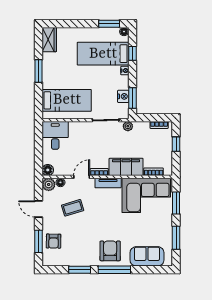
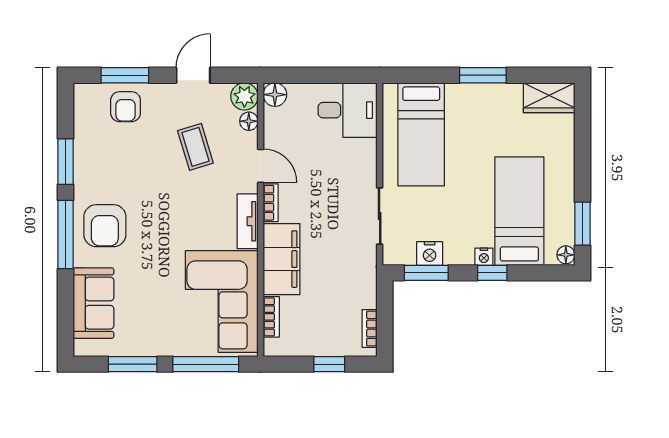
window: (133, 53) -> (492, 273), moved
plant: (128, 126) -> (367, 263), removed
window: (176, 203) -> (206, 364), width x1.44
armchair: (54, 241) -> (126, 107), turned -91
armchair: (110, 251) -> (105, 226), turned 90

